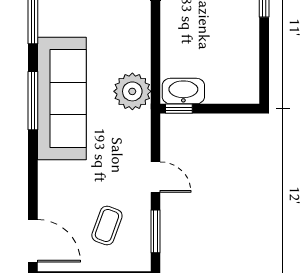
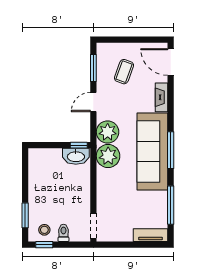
plant: (133, 130) -> (108, 132), added
door: (156, 177) -> (93, 102), hinge flipped
fireplace: (47, 185) -> (162, 97), added

